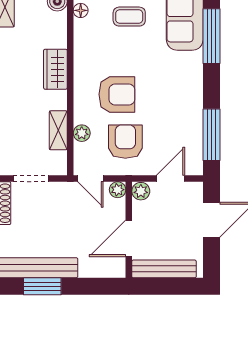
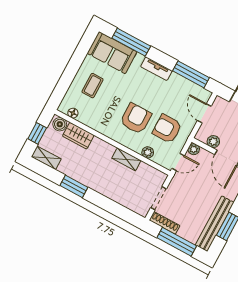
wardrobe: (55, 69) -> (78, 136), moved
tv unit: (195, 86) -> (156, 69), added
shelving: (58, 130) -> (126, 159), moved
plant: (141, 191) -> (213, 142), moved

